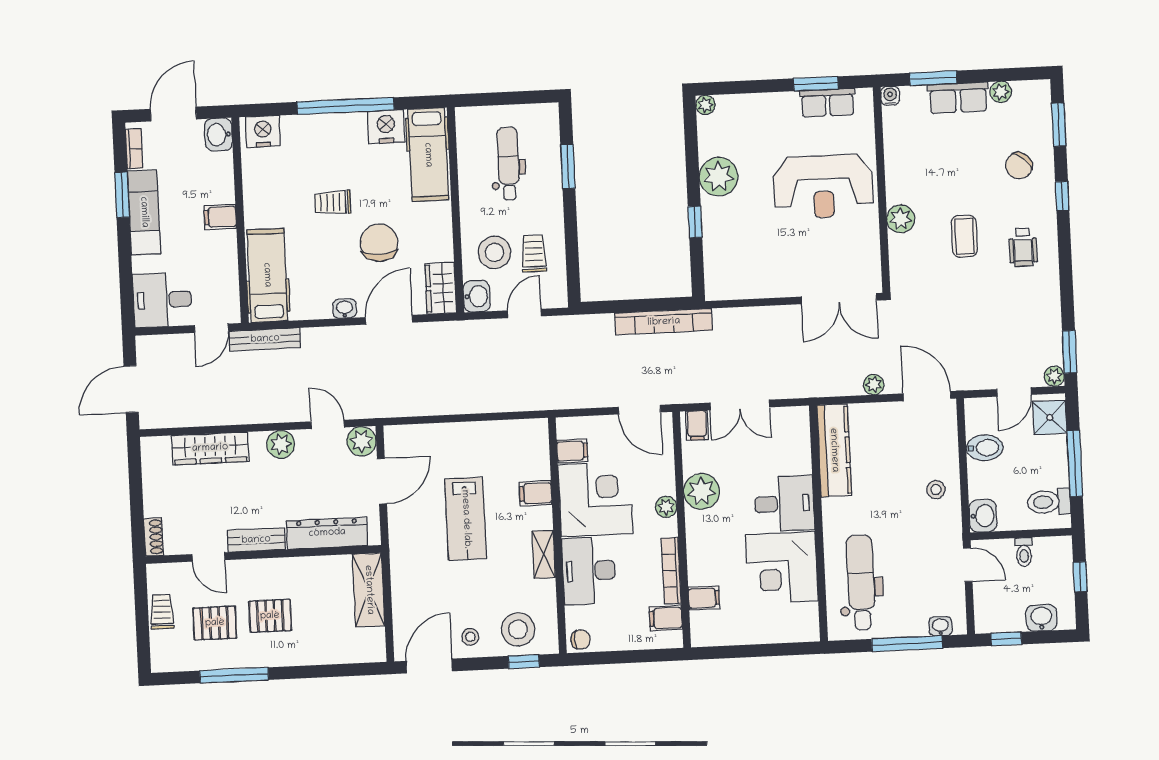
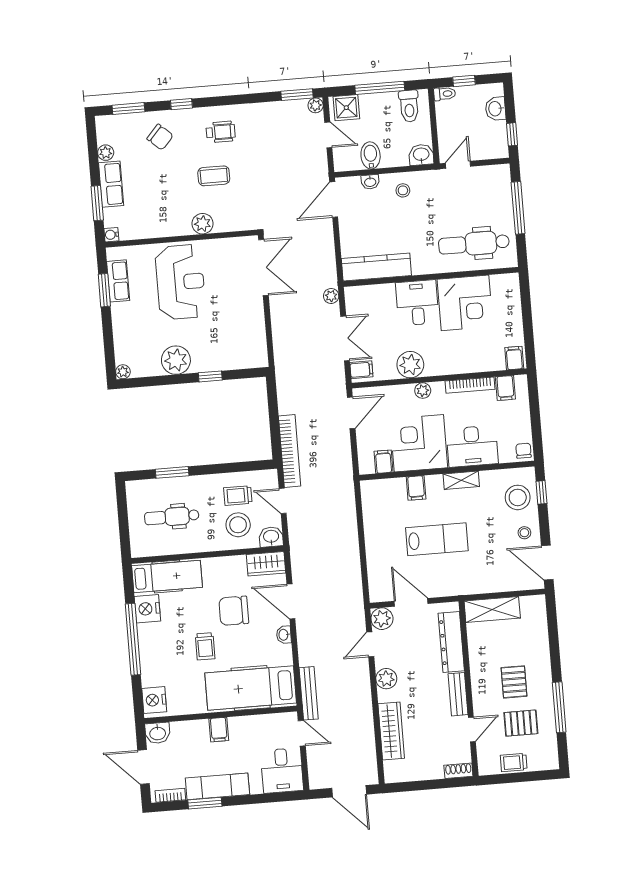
hospital bed: (267, 275) -> (251, 688), width x1.37, depth x1.29
bookcase: (664, 322) -> (290, 451), moved
plant: (874, 385) -> (331, 296), moved
toilet: (1024, 552) -> (445, 94), moved
filing cabinet: (704, 598) -> (514, 358), moved
pallet: (215, 623) -> (521, 723), turned 90
washbasin: (940, 626) -> (370, 182), moved, turned -90

